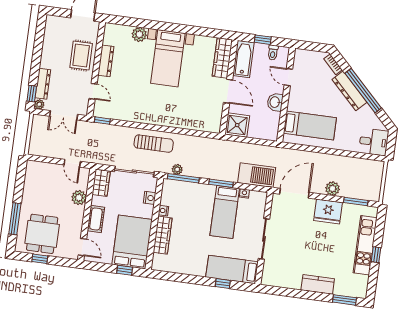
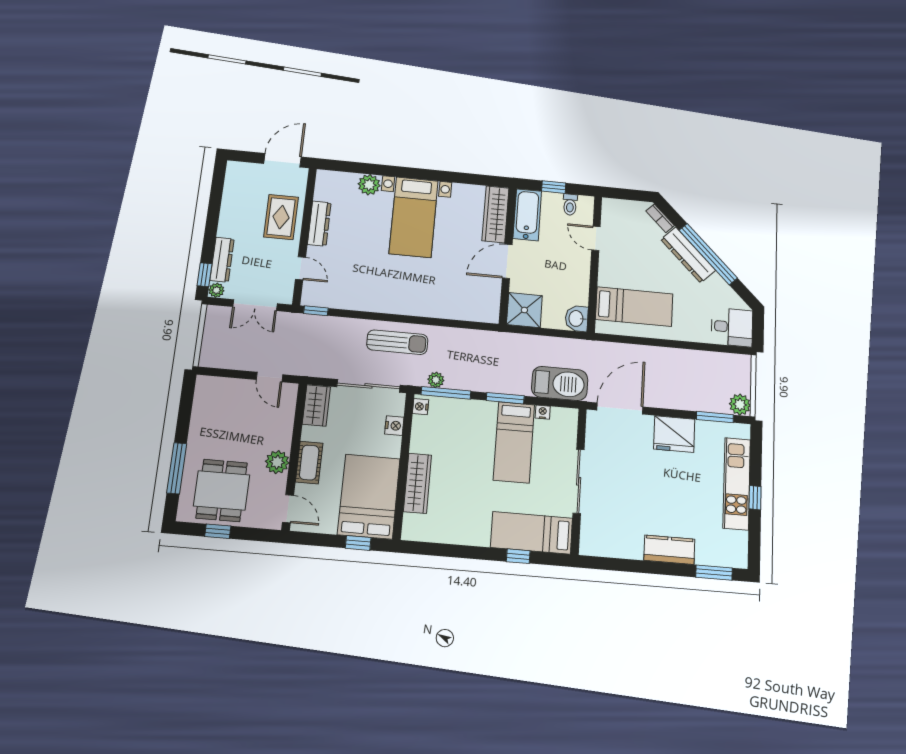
door: (228, 91) -> (507, 261), swing flipped
washbasin: (275, 102) -> (577, 319), moved
plant: (333, 189) -> (740, 405), moved
plant: (79, 198) -> (277, 462), moved
nightstand: (163, 211) -> (421, 407), moved

